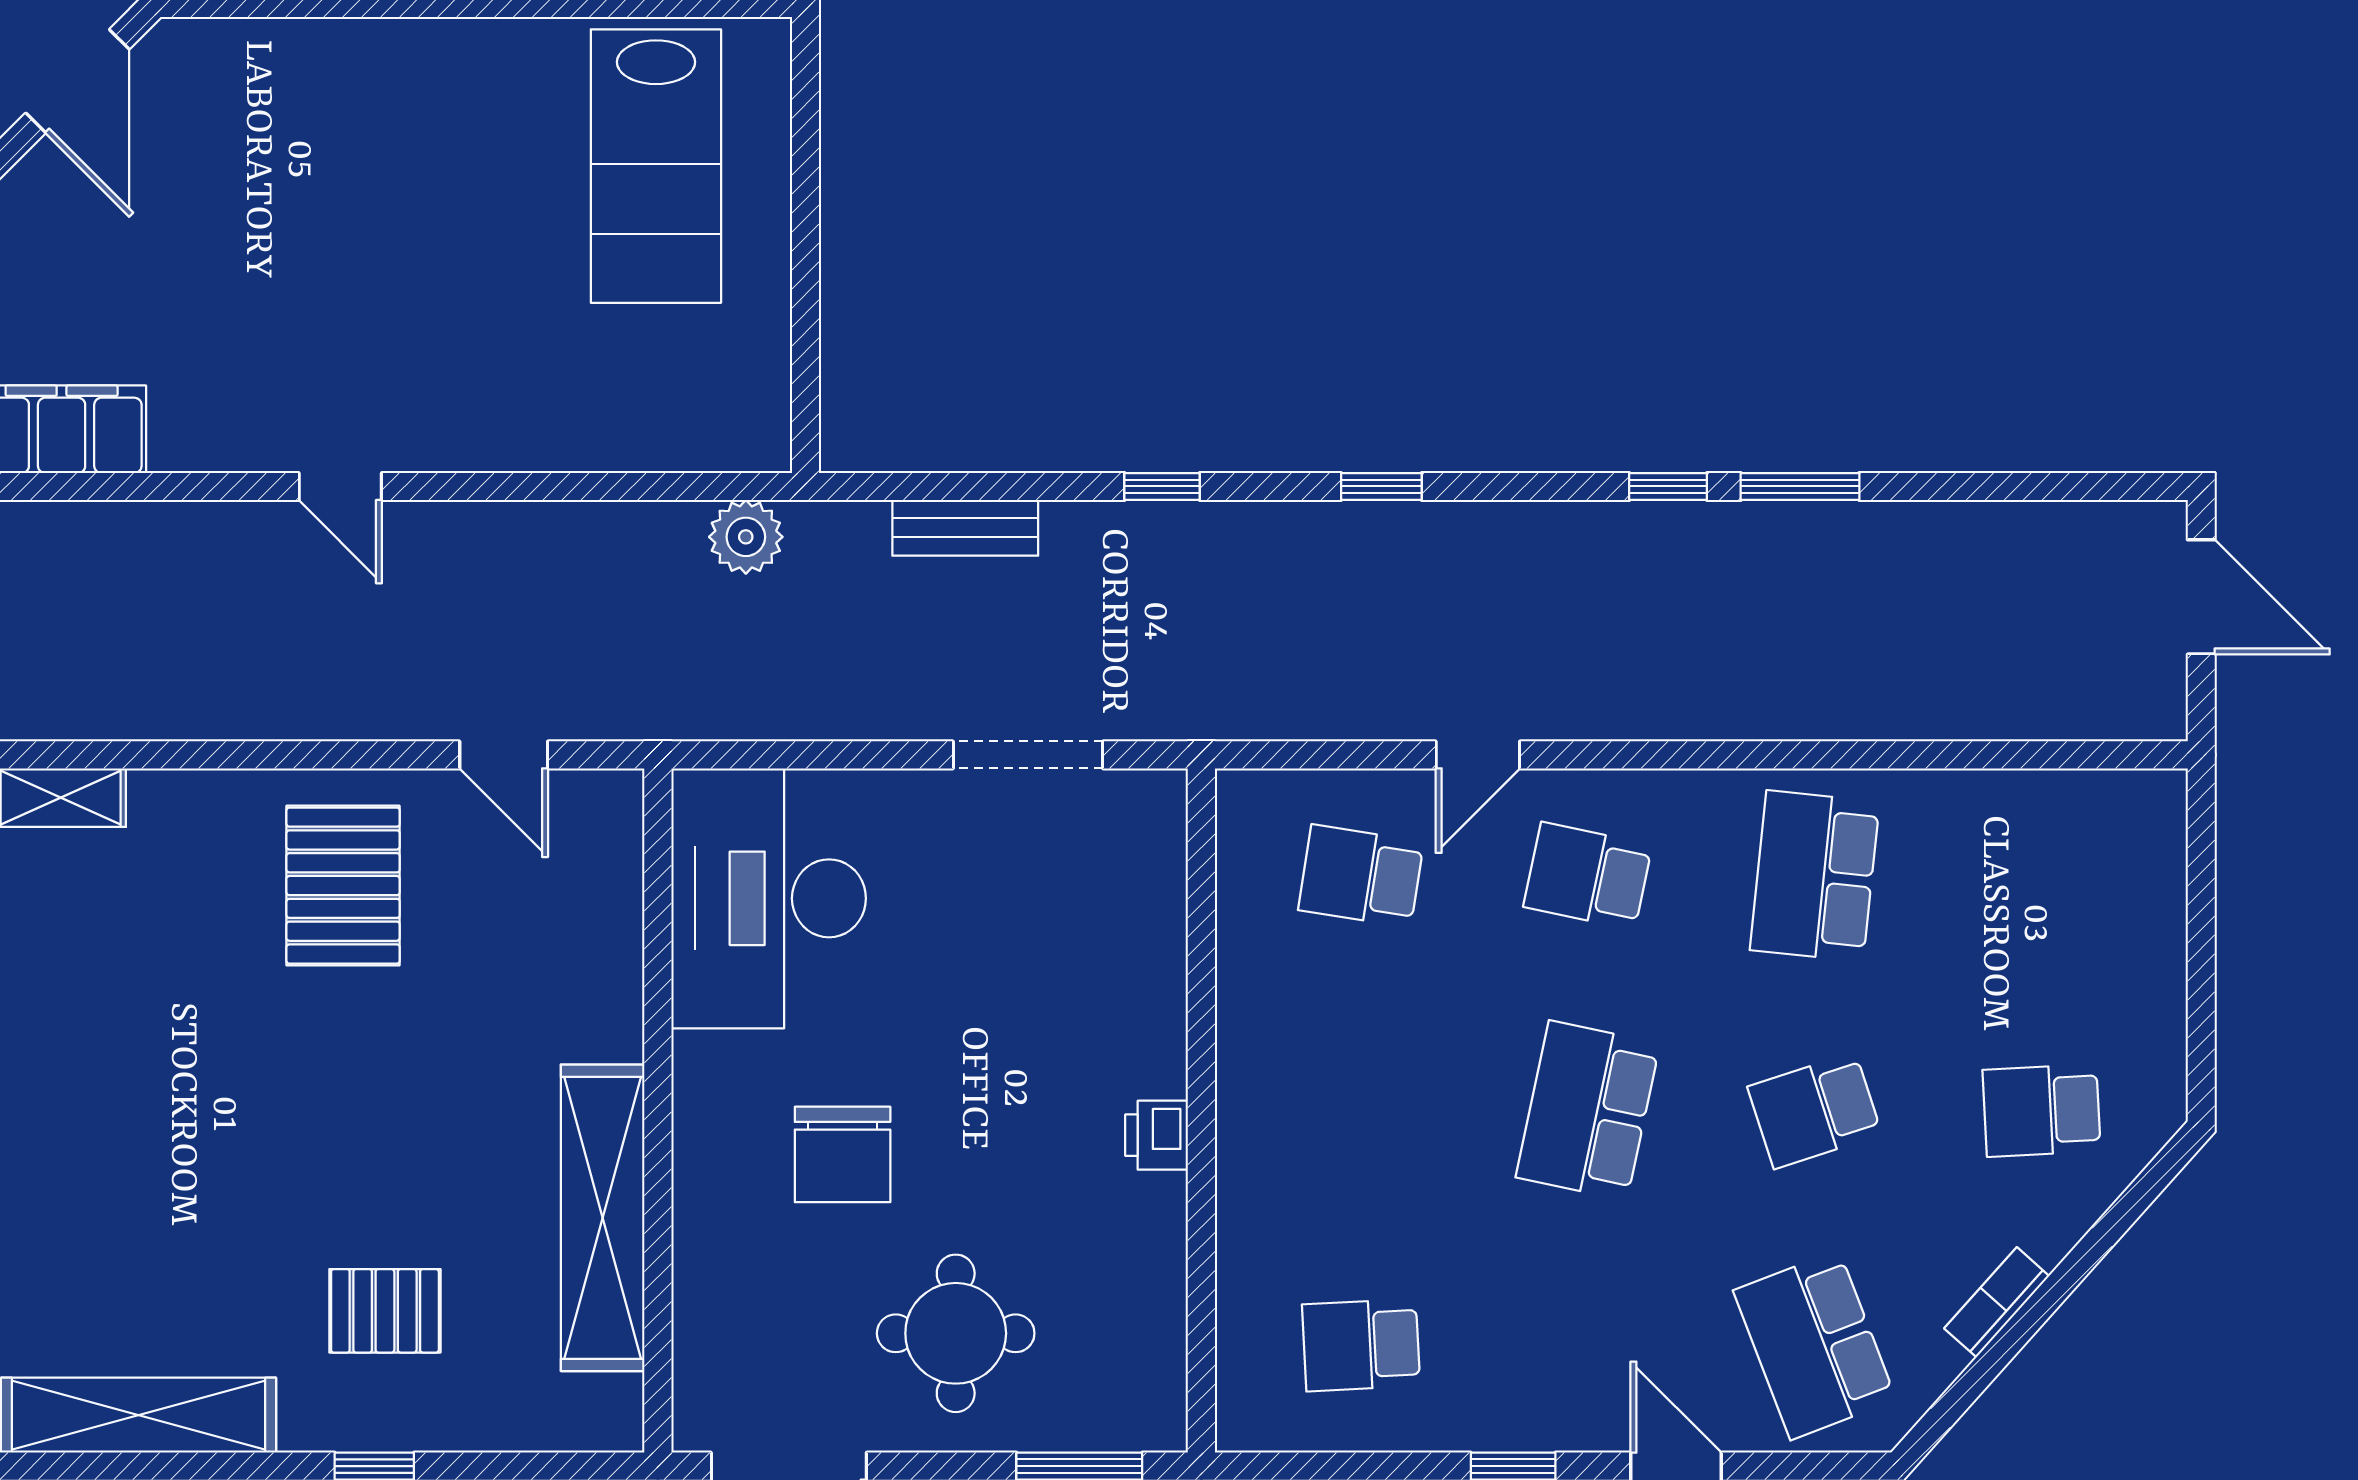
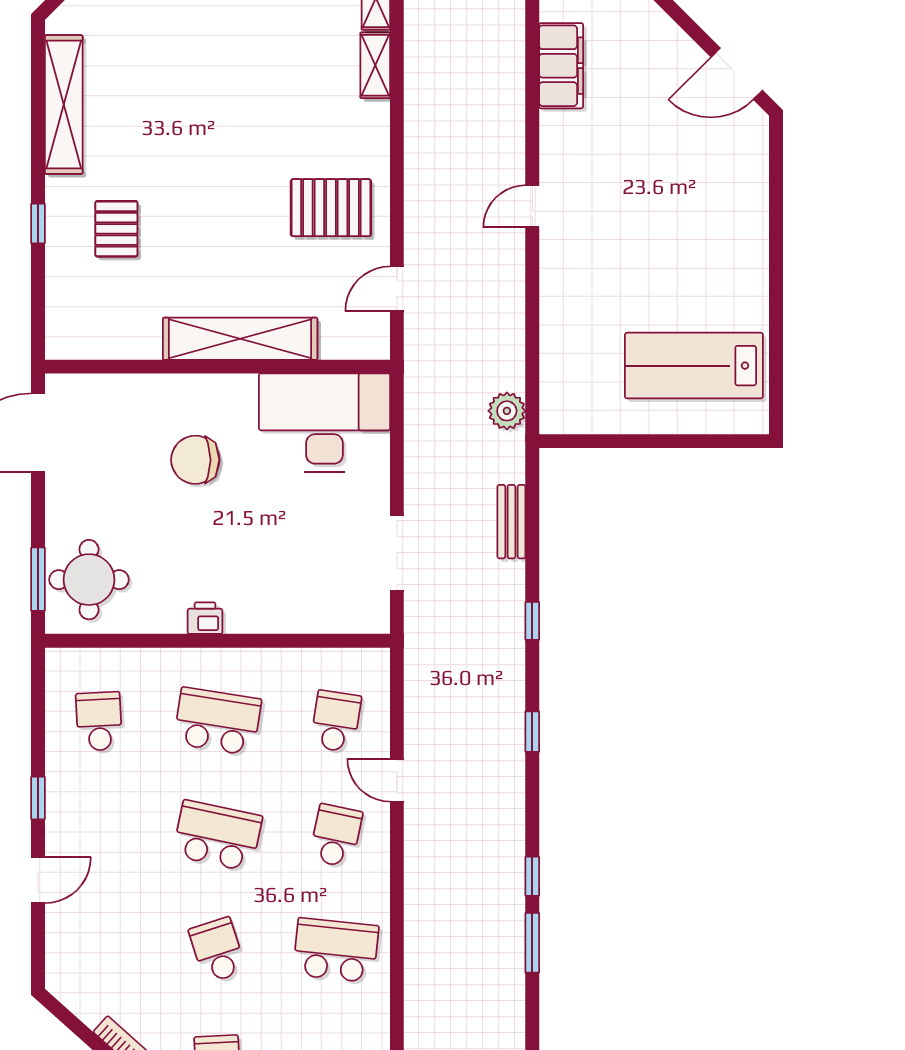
shelving: (603, 1218) -> (240, 339), moved
round table: (956, 1333) -> (89, 580), moved
school desk: (1815, 1345) -> (217, 721), moved, turned 30

